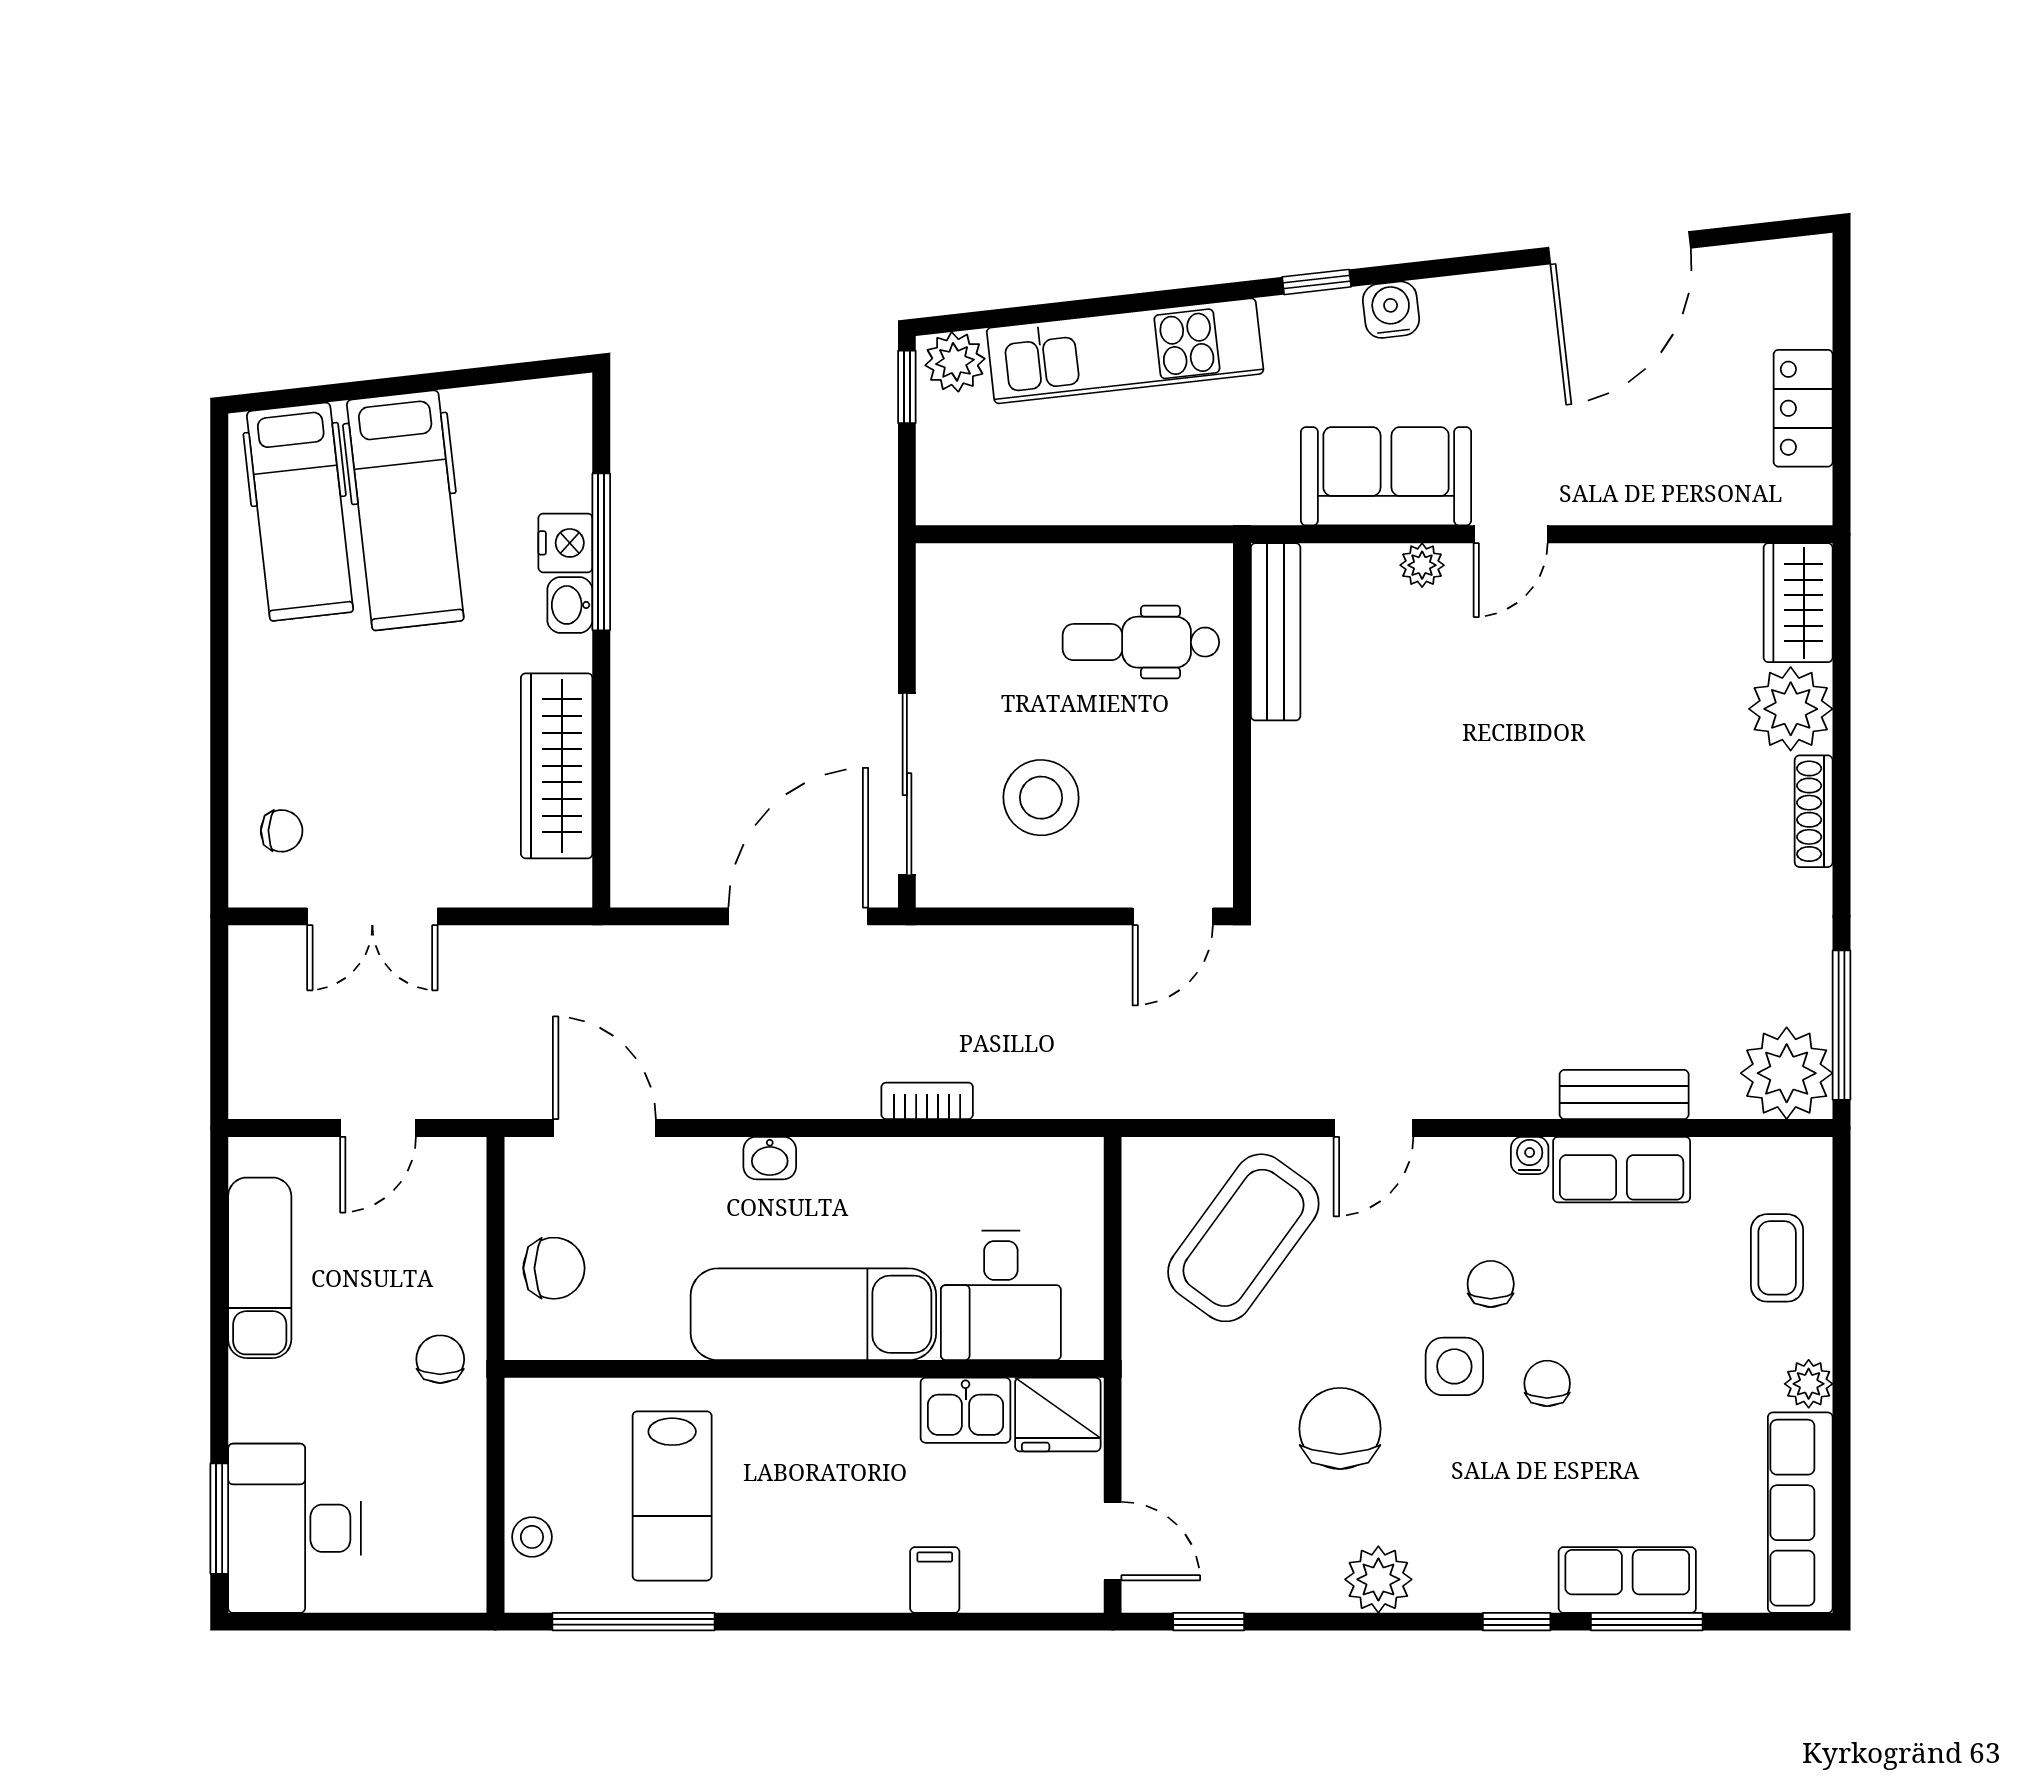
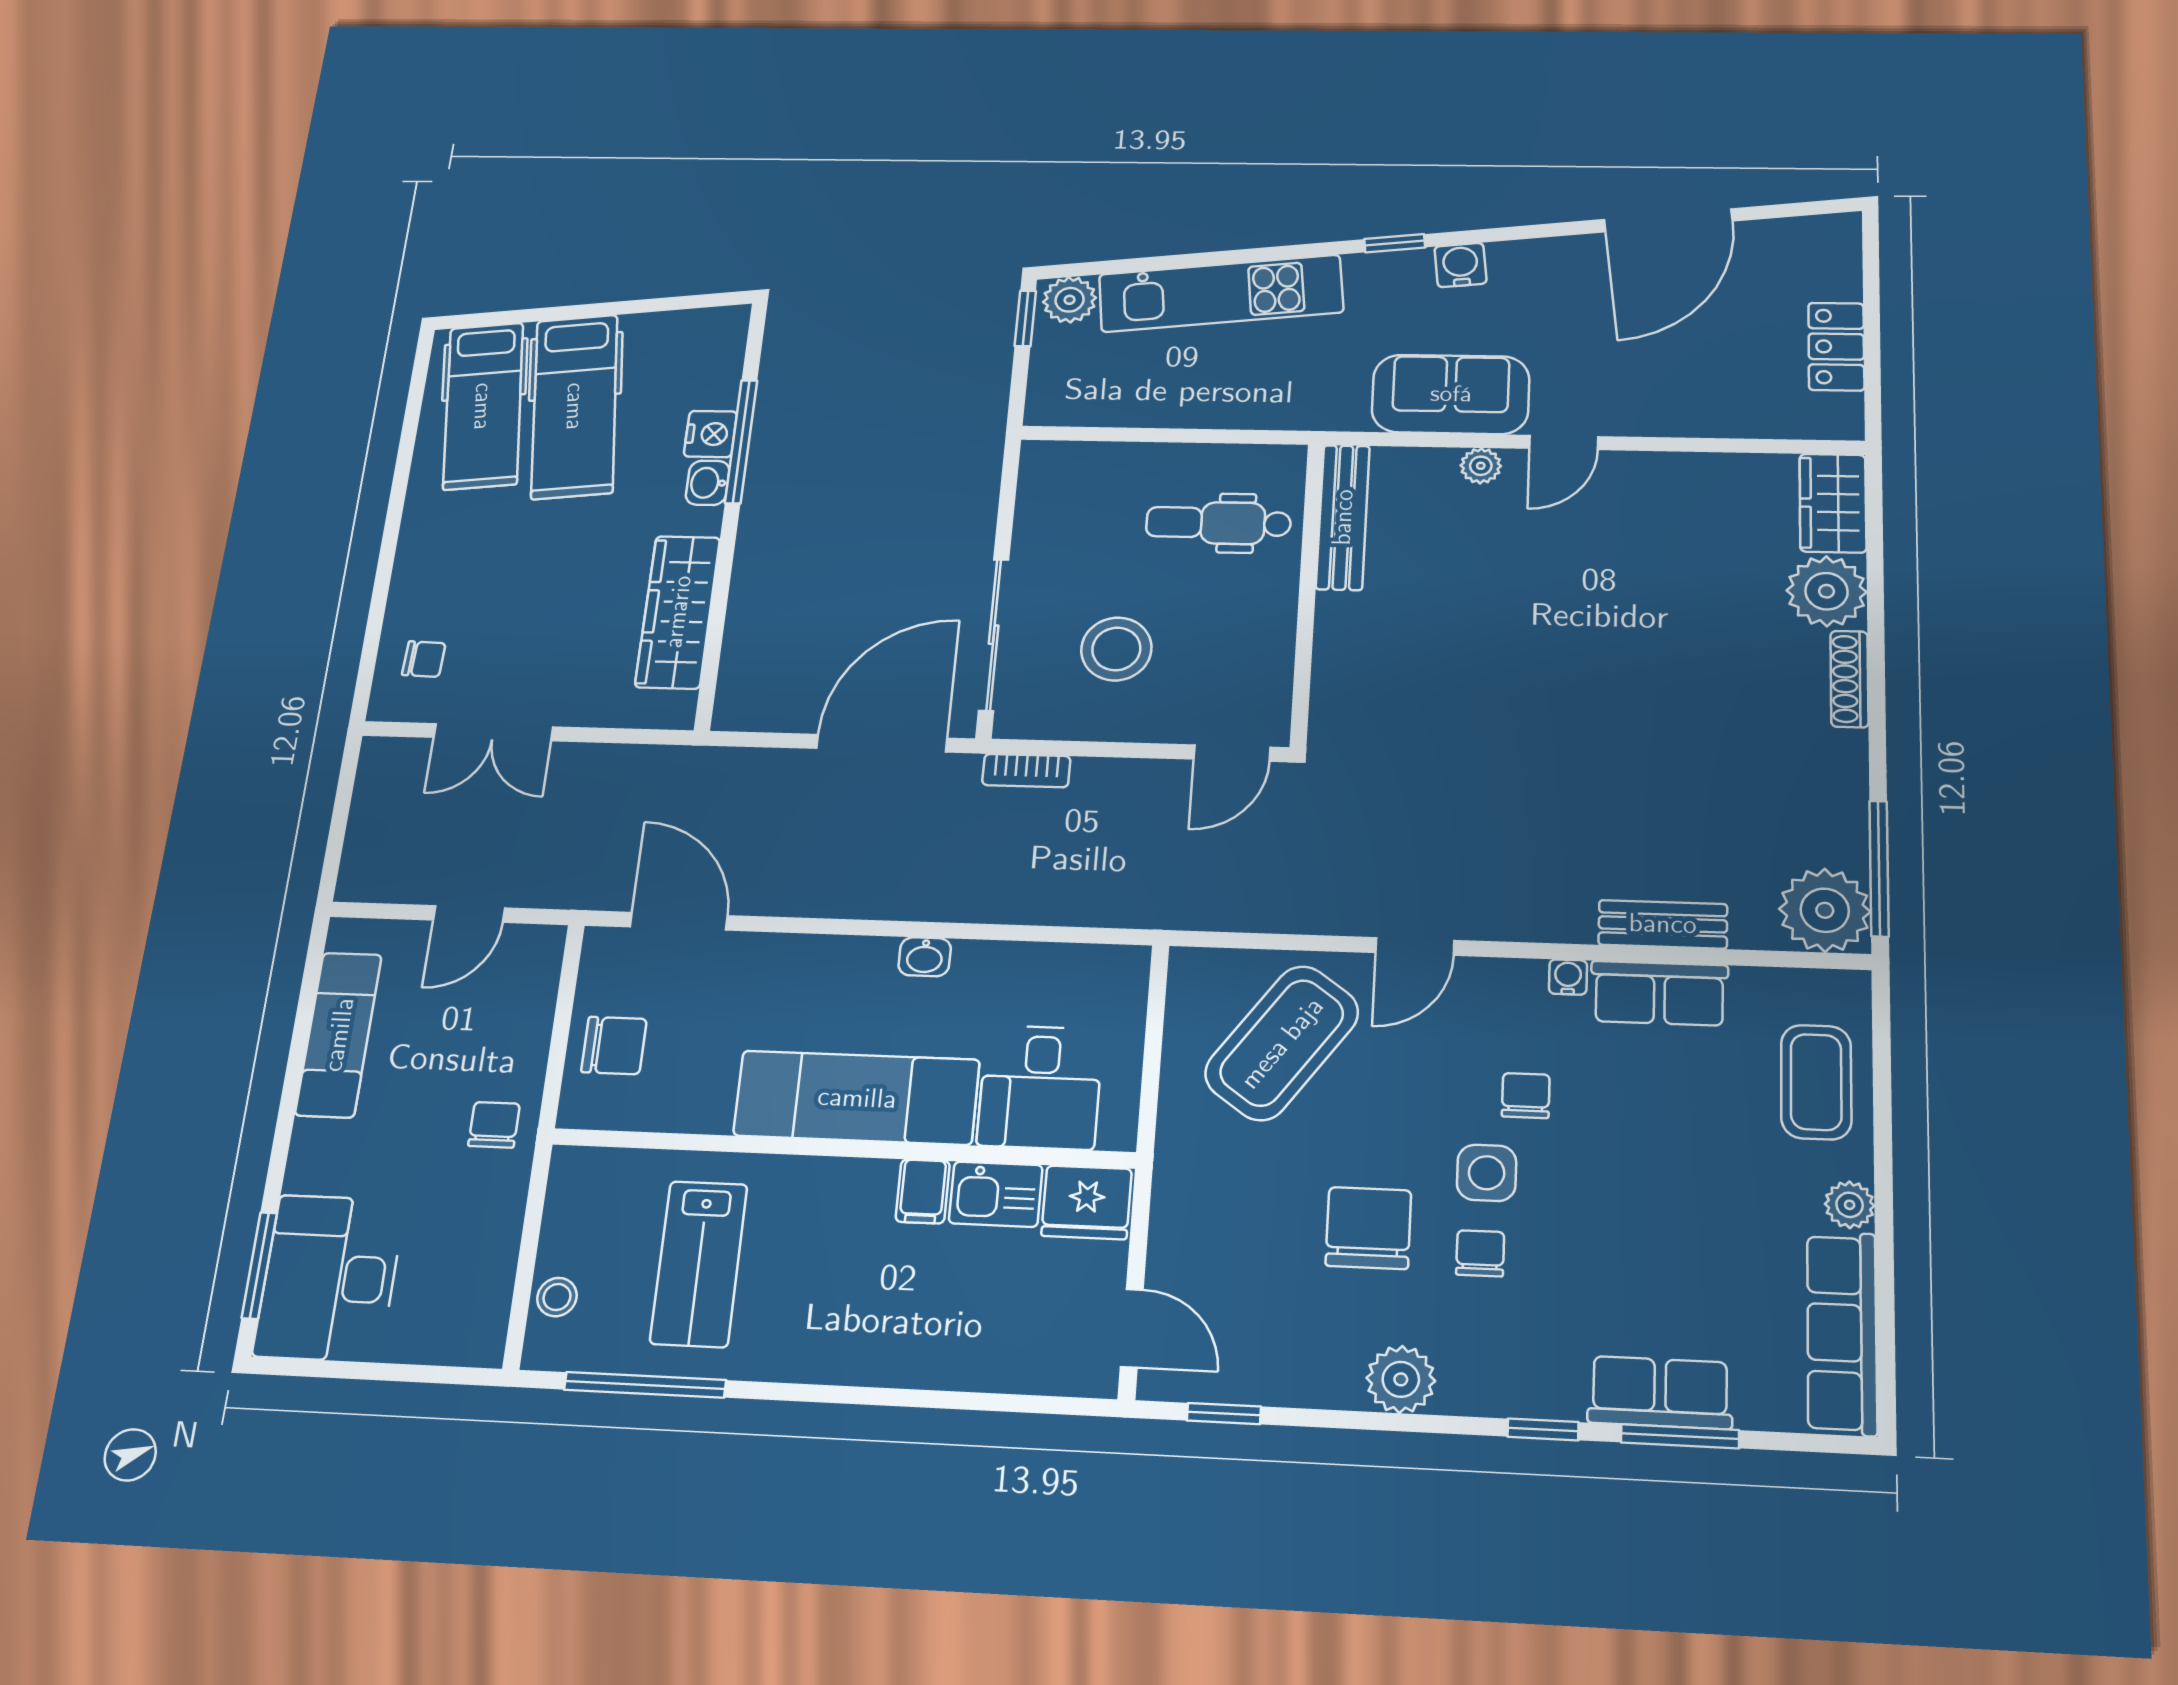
bookcase: (927, 1101) -> (1026, 771), moved, turned 180
washbasin: (770, 1158) -> (925, 957), moved
coffee table: (1777, 1258) -> (1816, 1082), width x1.36, depth x1.30
chair: (1547, 1383) -> (1480, 1253), moved
filing cabinet: (935, 1580) -> (923, 1191), moved, turned 180

